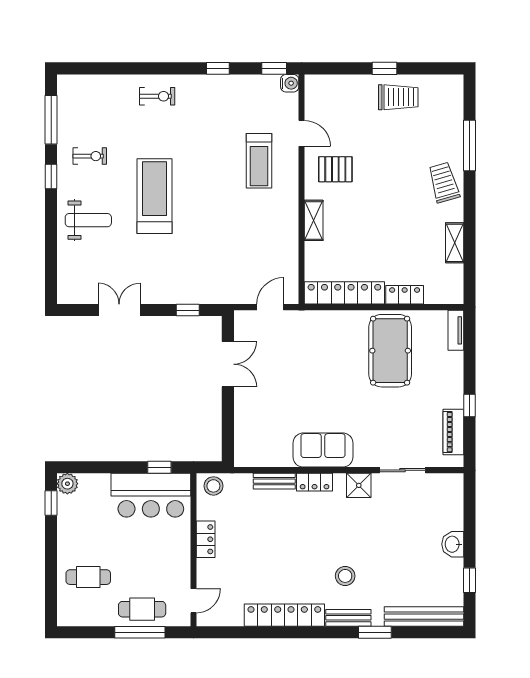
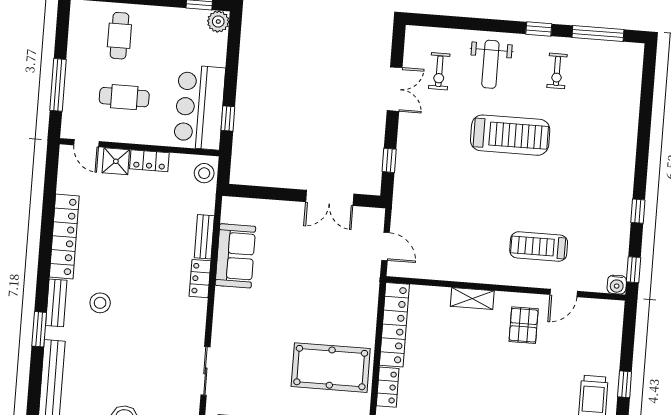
exercise bike: (157, 96) -> (439, 71), moved
sofa: (323, 450) -> (235, 256), moved
shower: (359, 485) -> (116, 161), moved
cafe table: (142, 609) -> (124, 97), moved, turned 90

